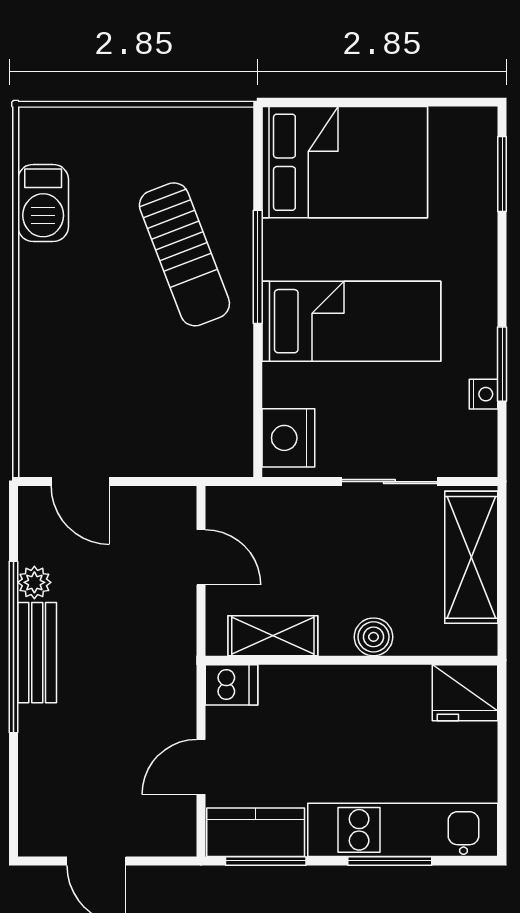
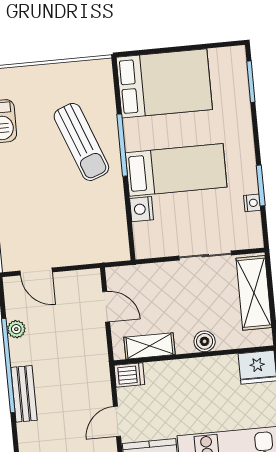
nightstand: (288, 438) -> (142, 209), moved, width x0.74, depth x0.75
bench: (37, 653) -> (24, 394), moved

